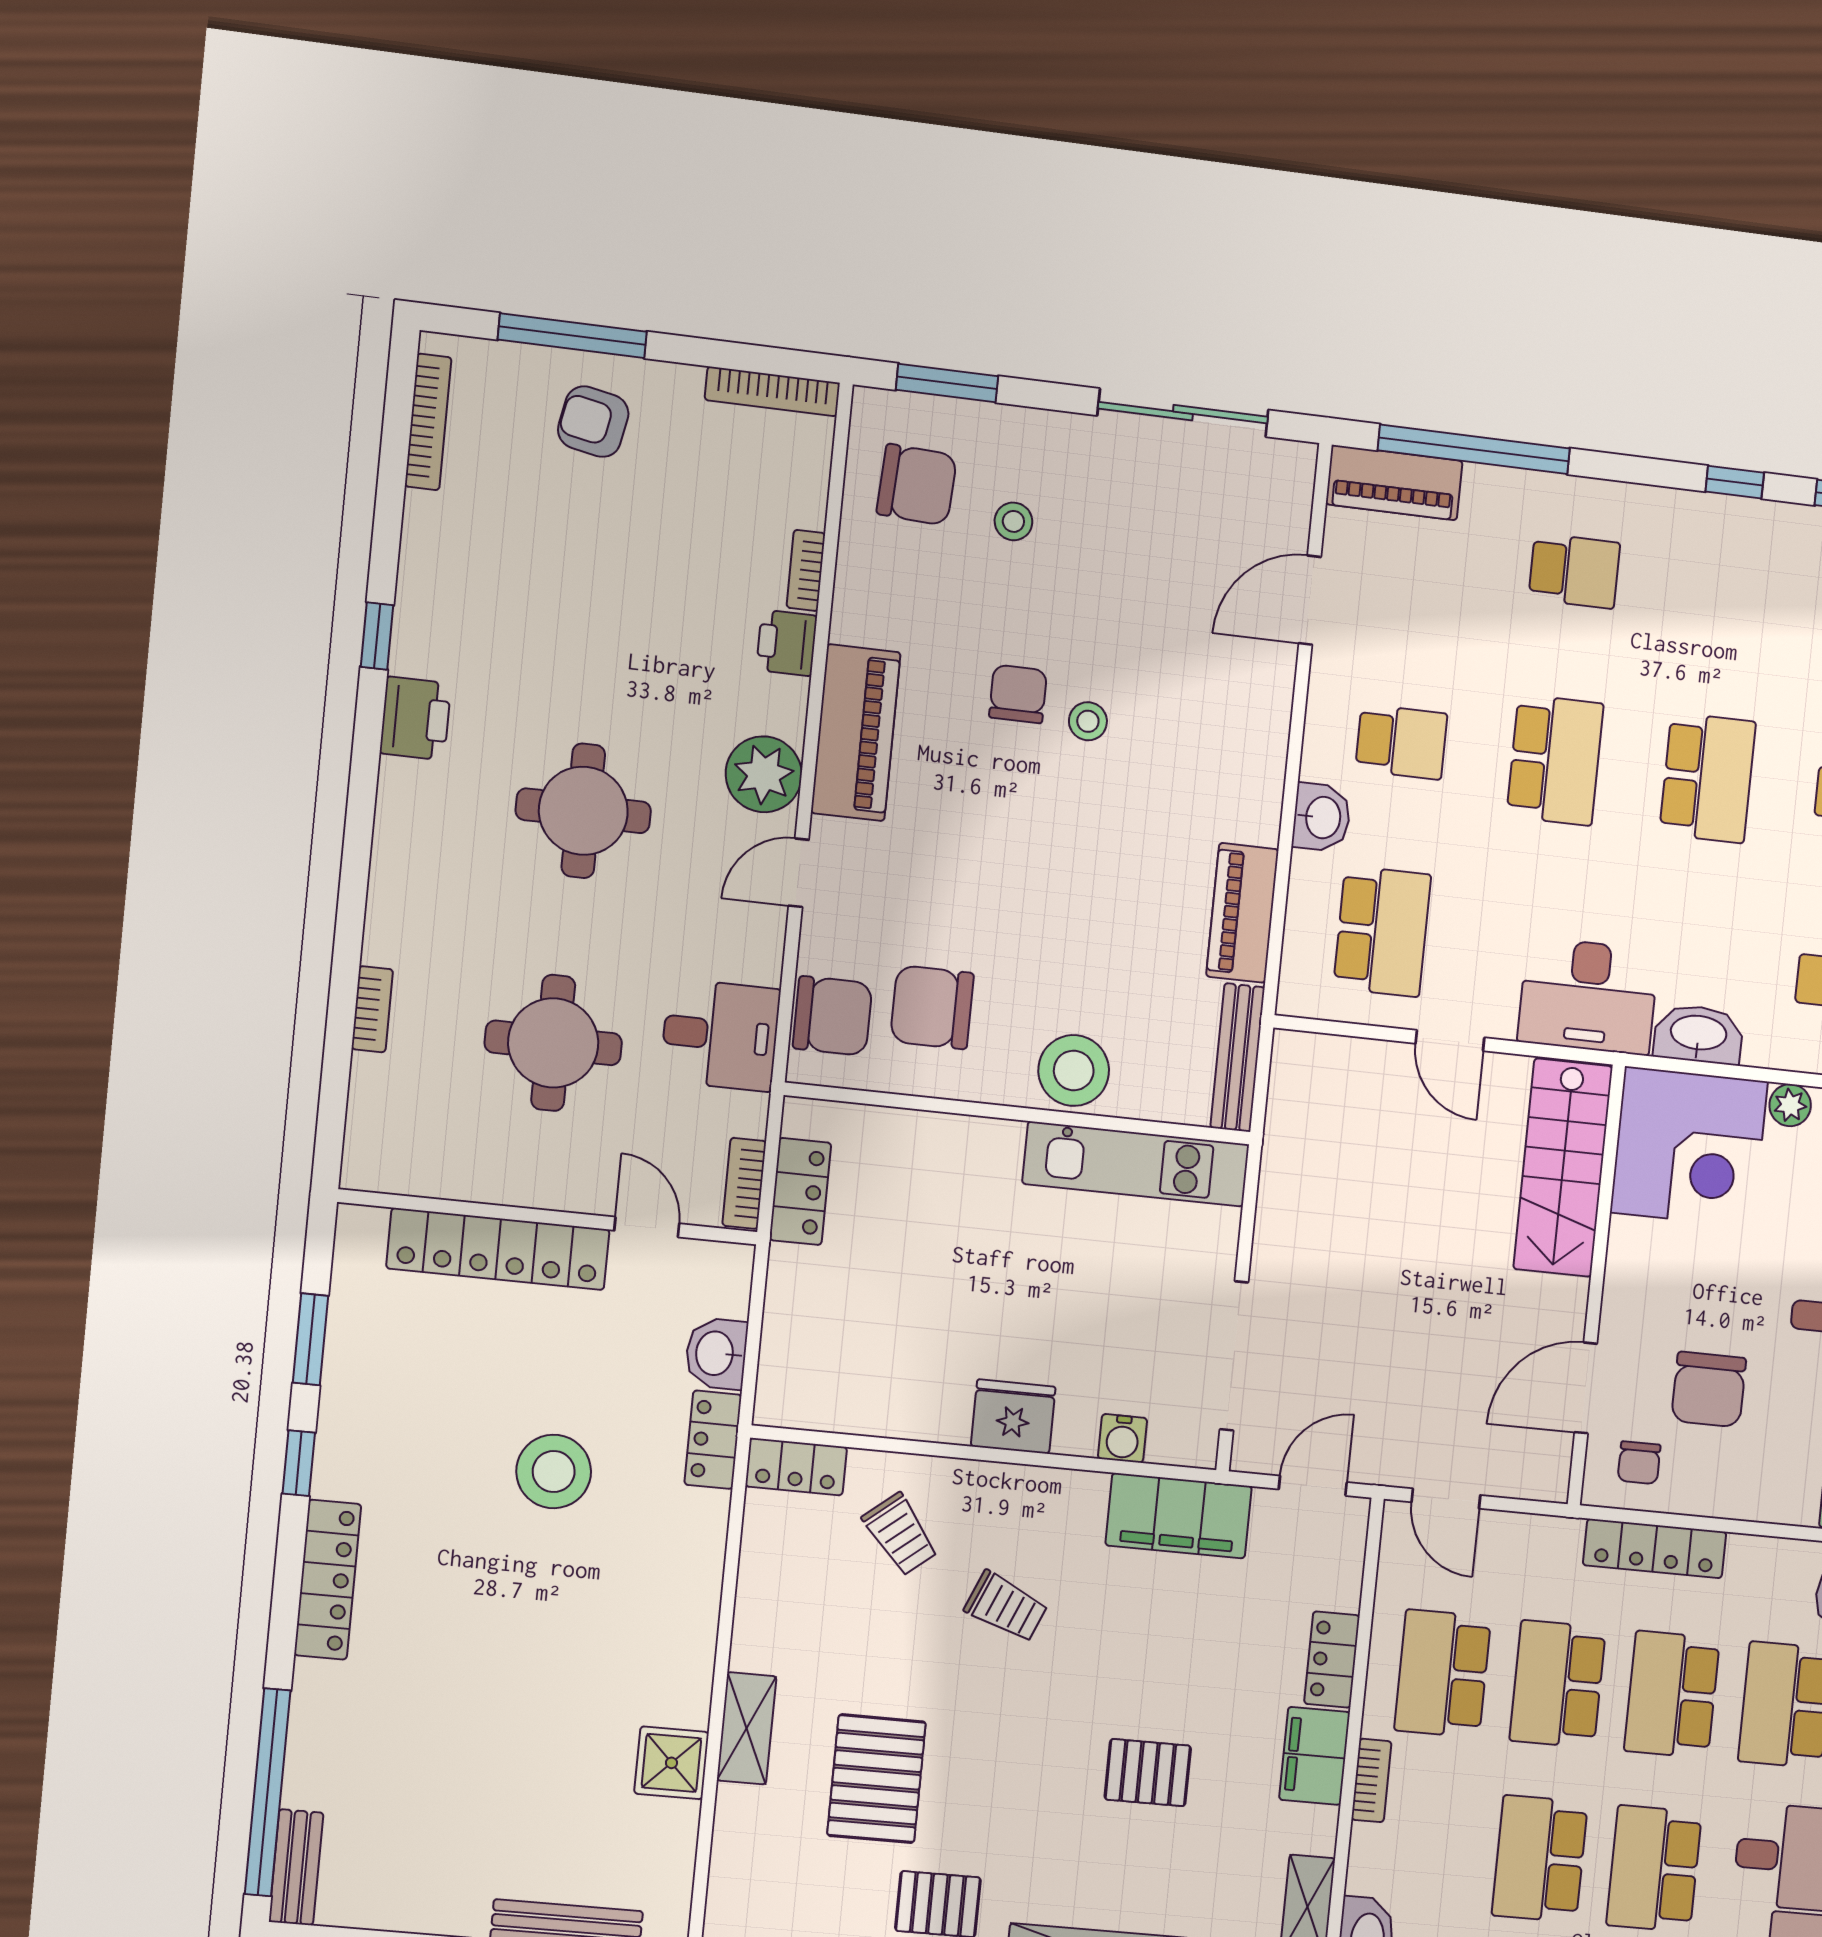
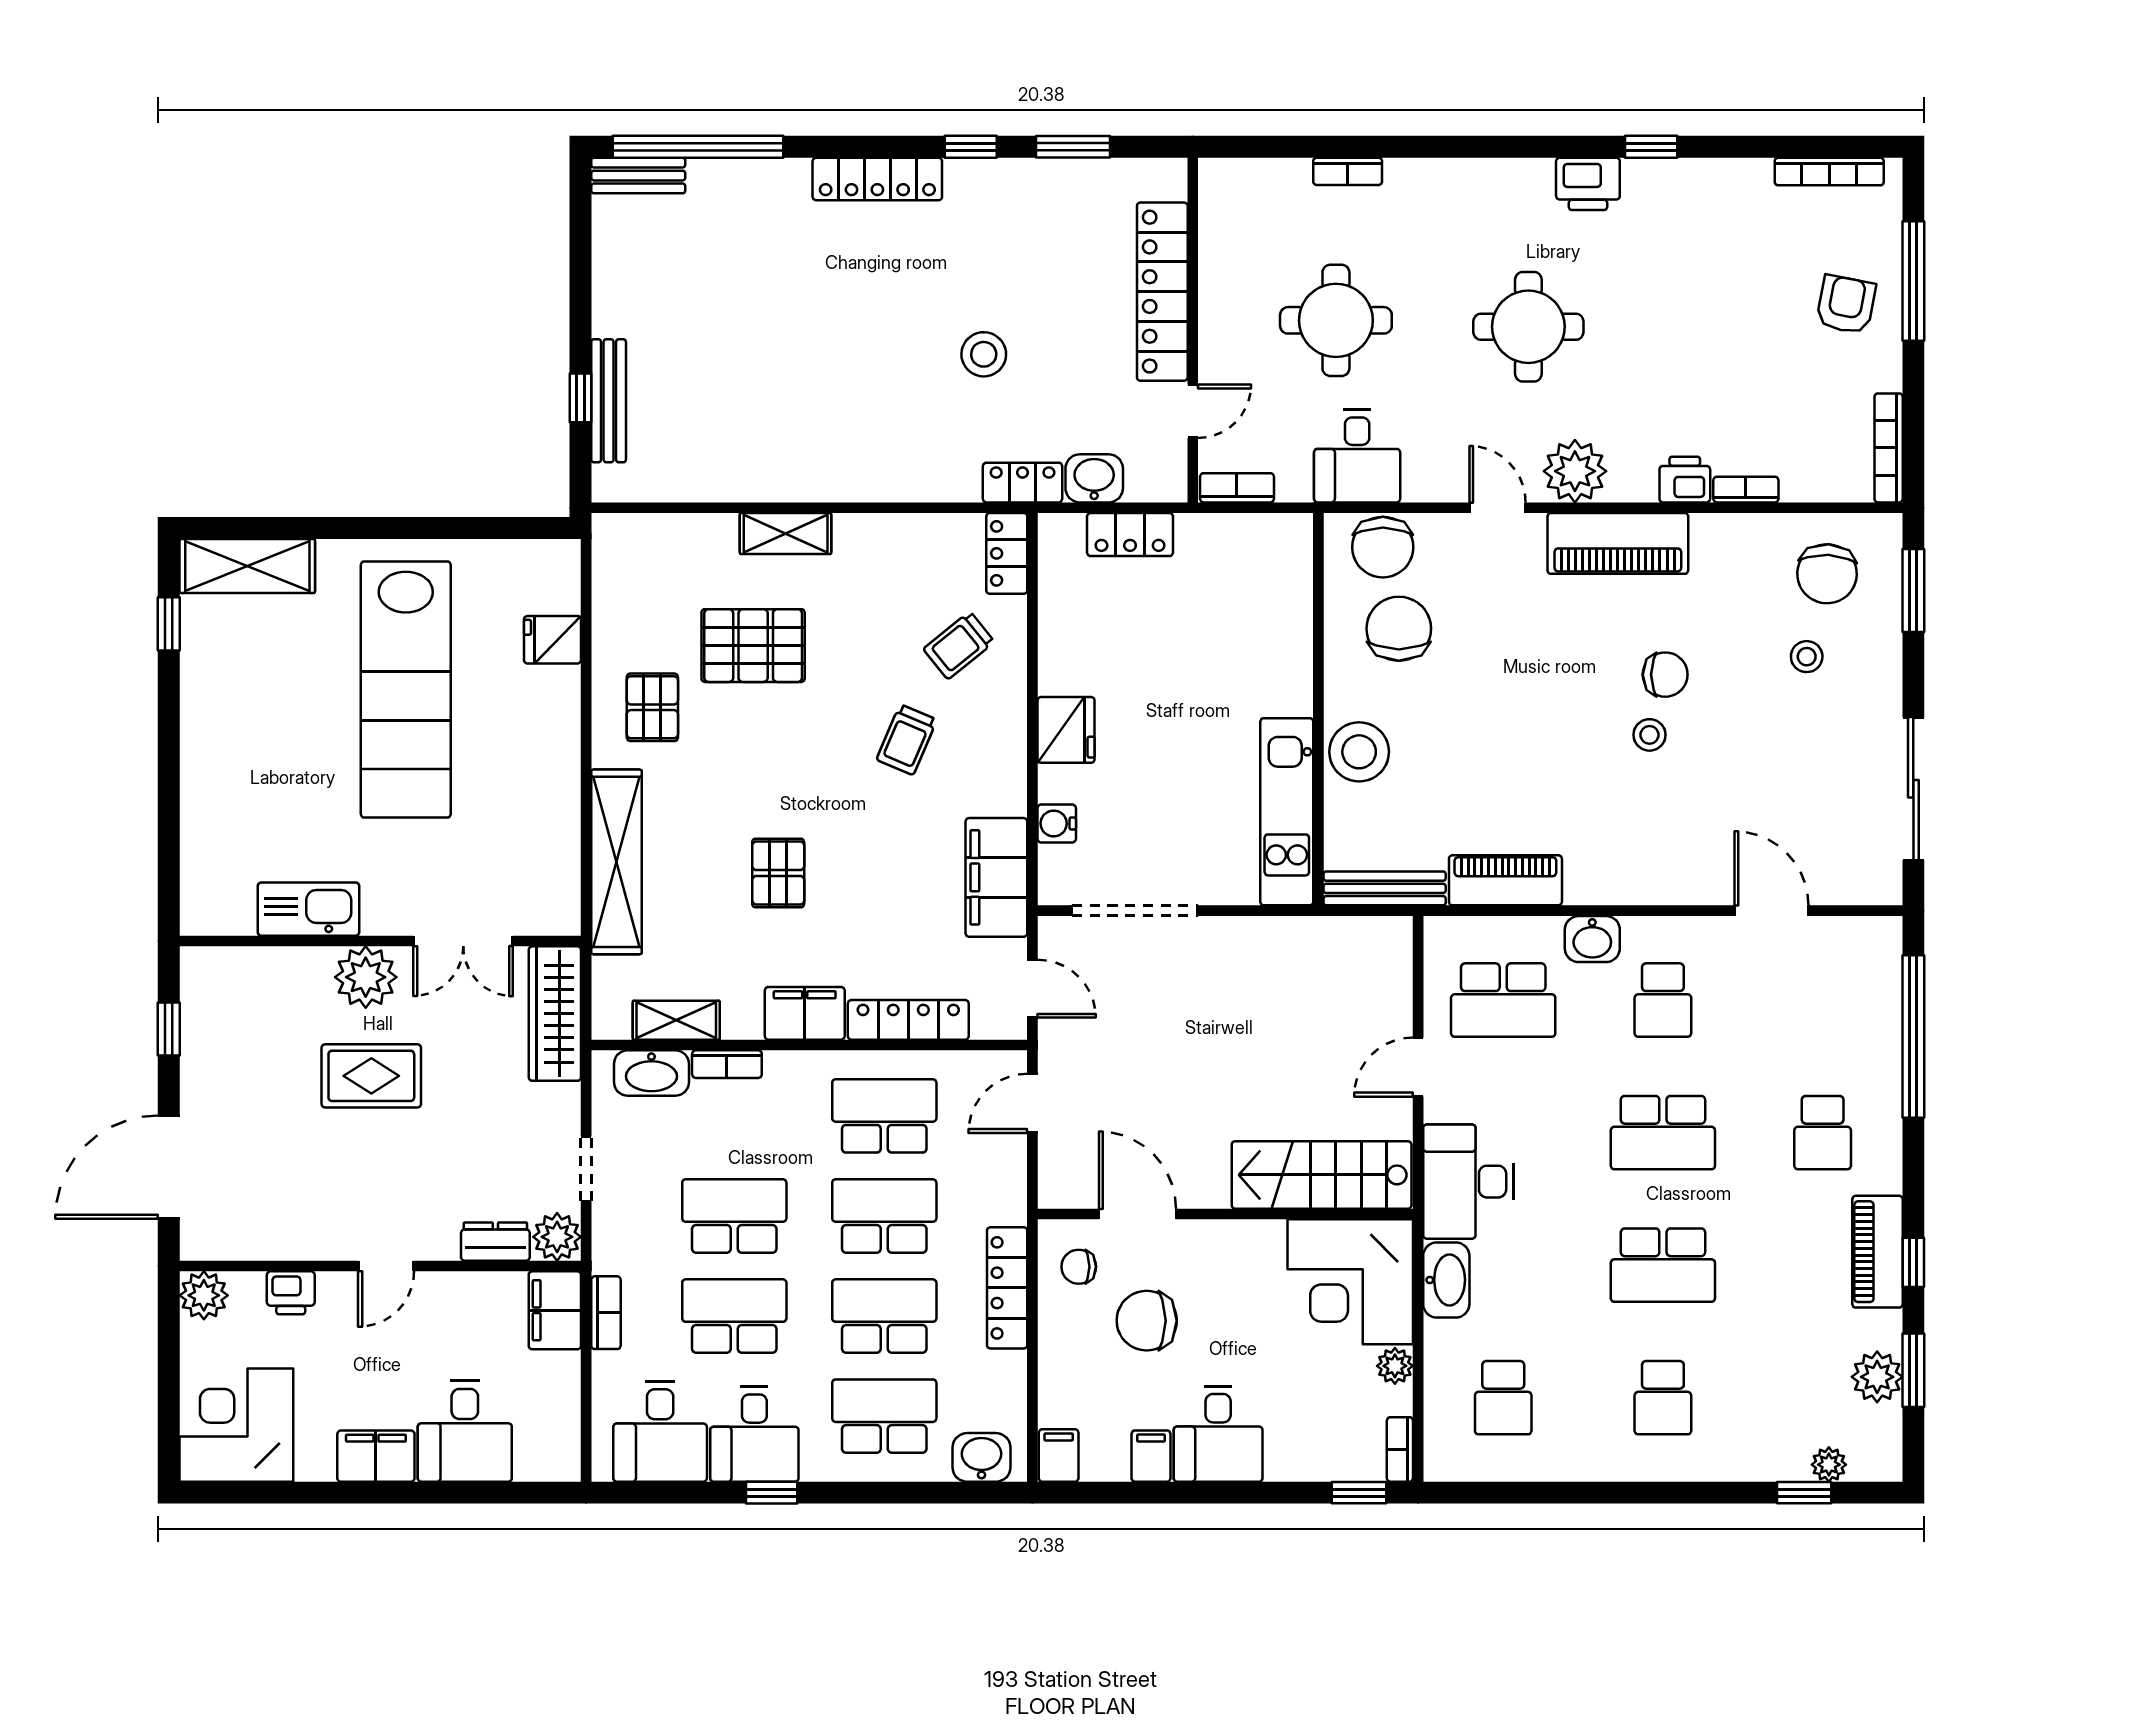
piano: (1394, 483) -> (1877, 1252), moved
locker: (800, 1191) -> (1130, 535), moved
stool: (554, 1472) -> (984, 354), width x0.73, depth x0.73
locker: (1332, 1660) -> (908, 1020), width x1.53
shower: (671, 1763) -> (751, 474), removed
bookcase: (1371, 1780) -> (727, 1064), moved

